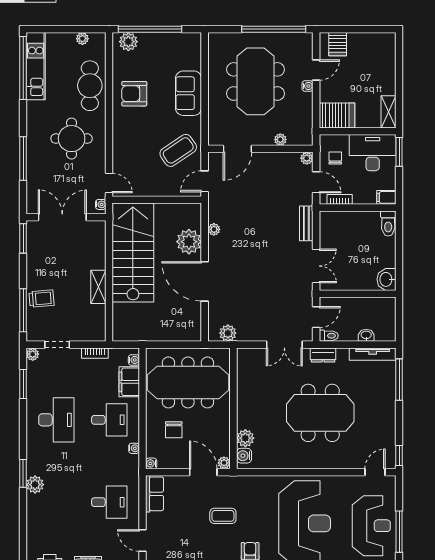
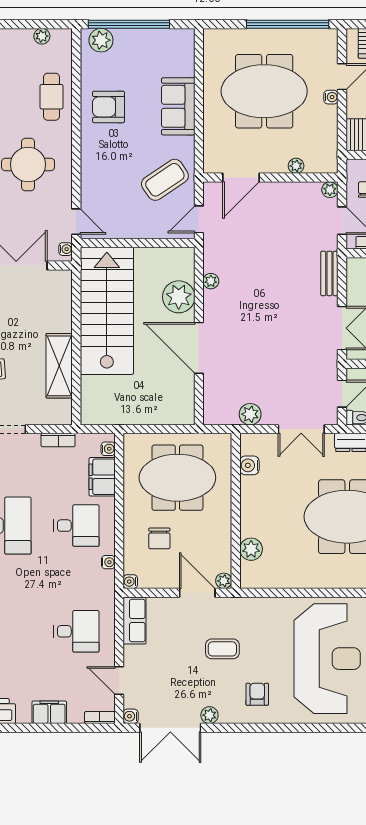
meeting table: (256, 81) -> (264, 91), turned 90
cafe table: (90, 86) -> (51, 97), width x0.73, depth x0.74
shelving: (98, 287) -> (59, 366), width x1.50, depth x1.33
plant: (228, 333) -> (250, 414), moved
meeting table: (188, 382) -> (177, 478), width x0.73
water cooler: (244, 456) -> (249, 465), moved

